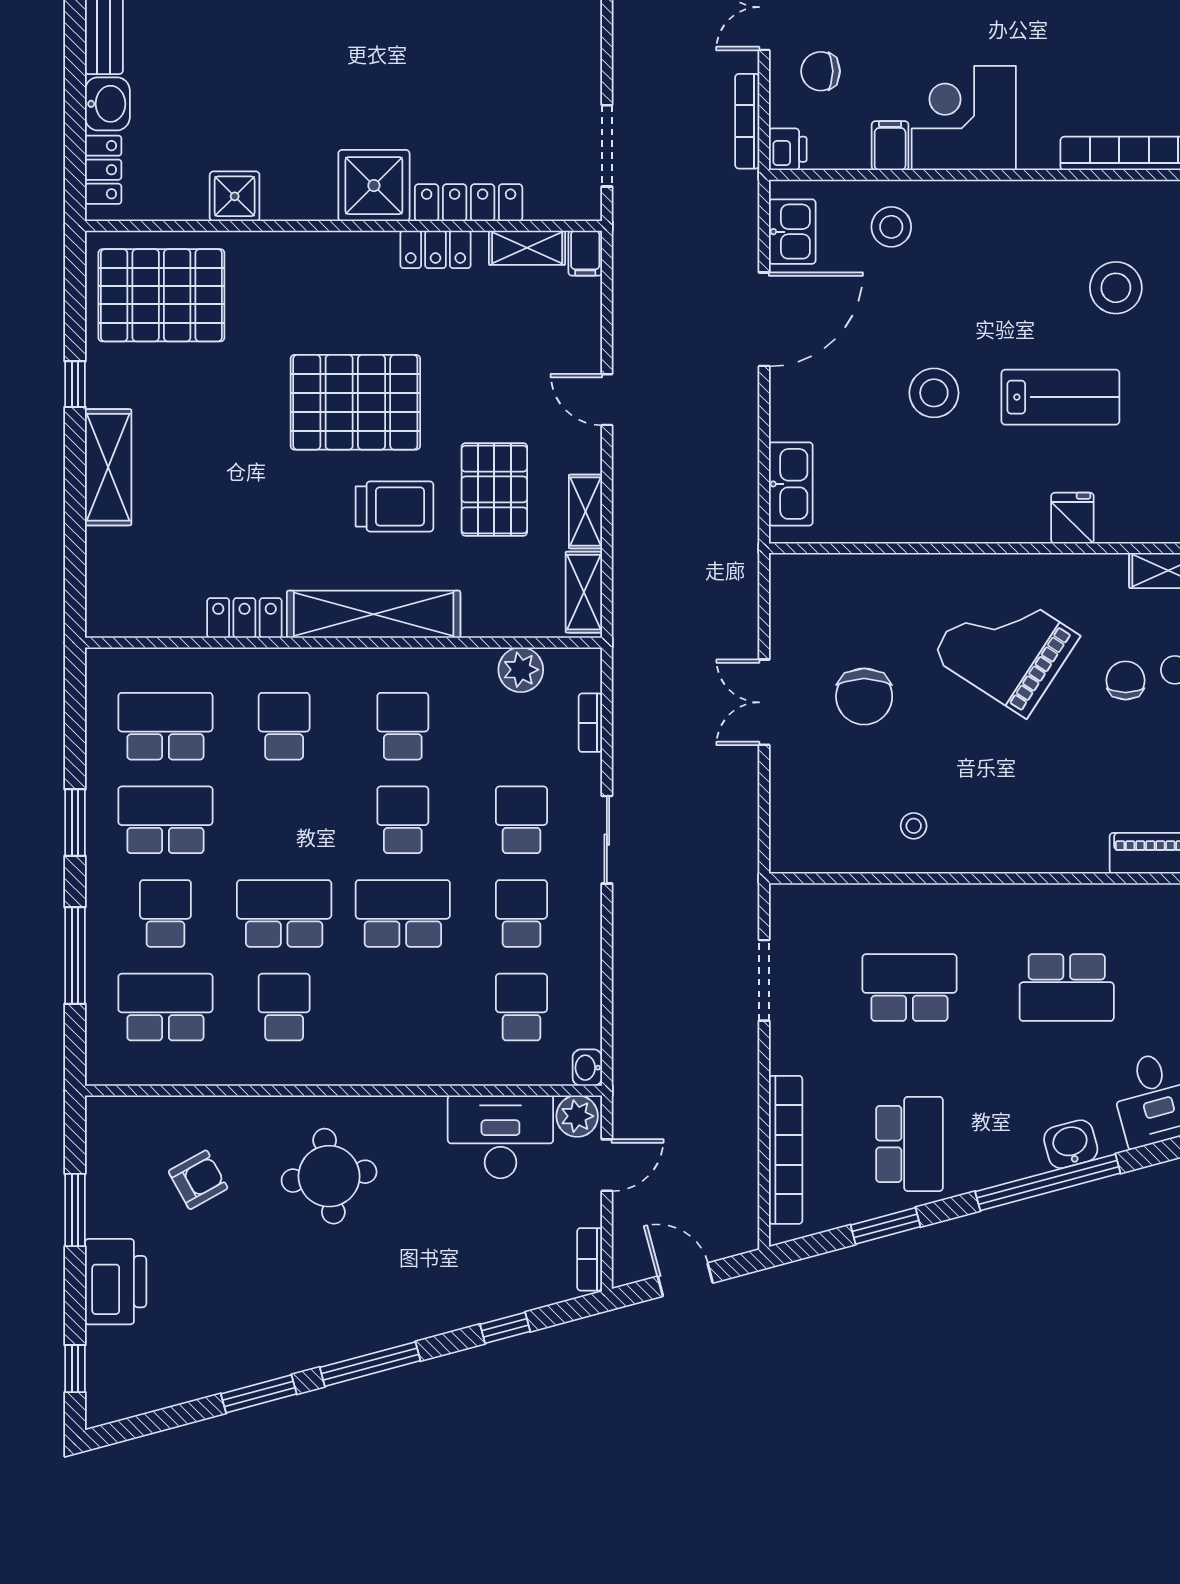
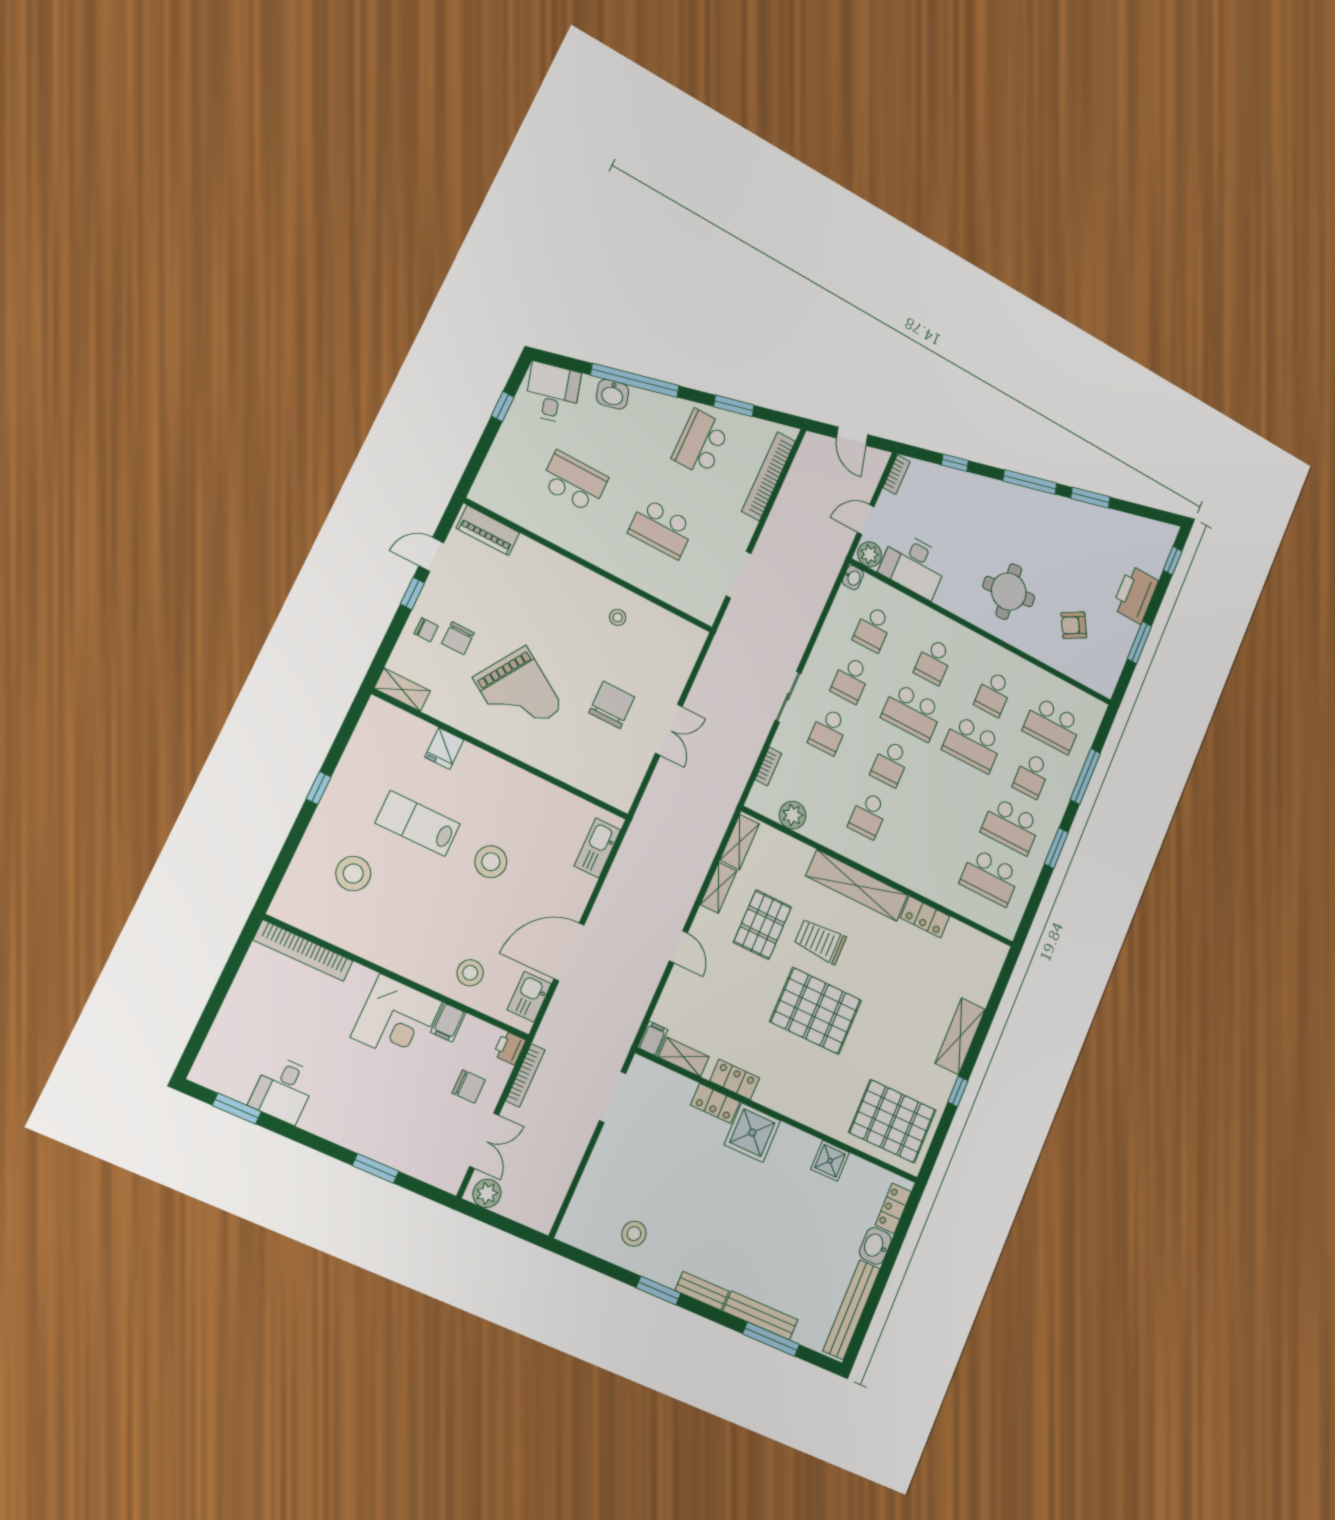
locker: (469, 203) -> (715, 1103), width x0.66
school desk: (284, 726) -> (934, 661), moved

